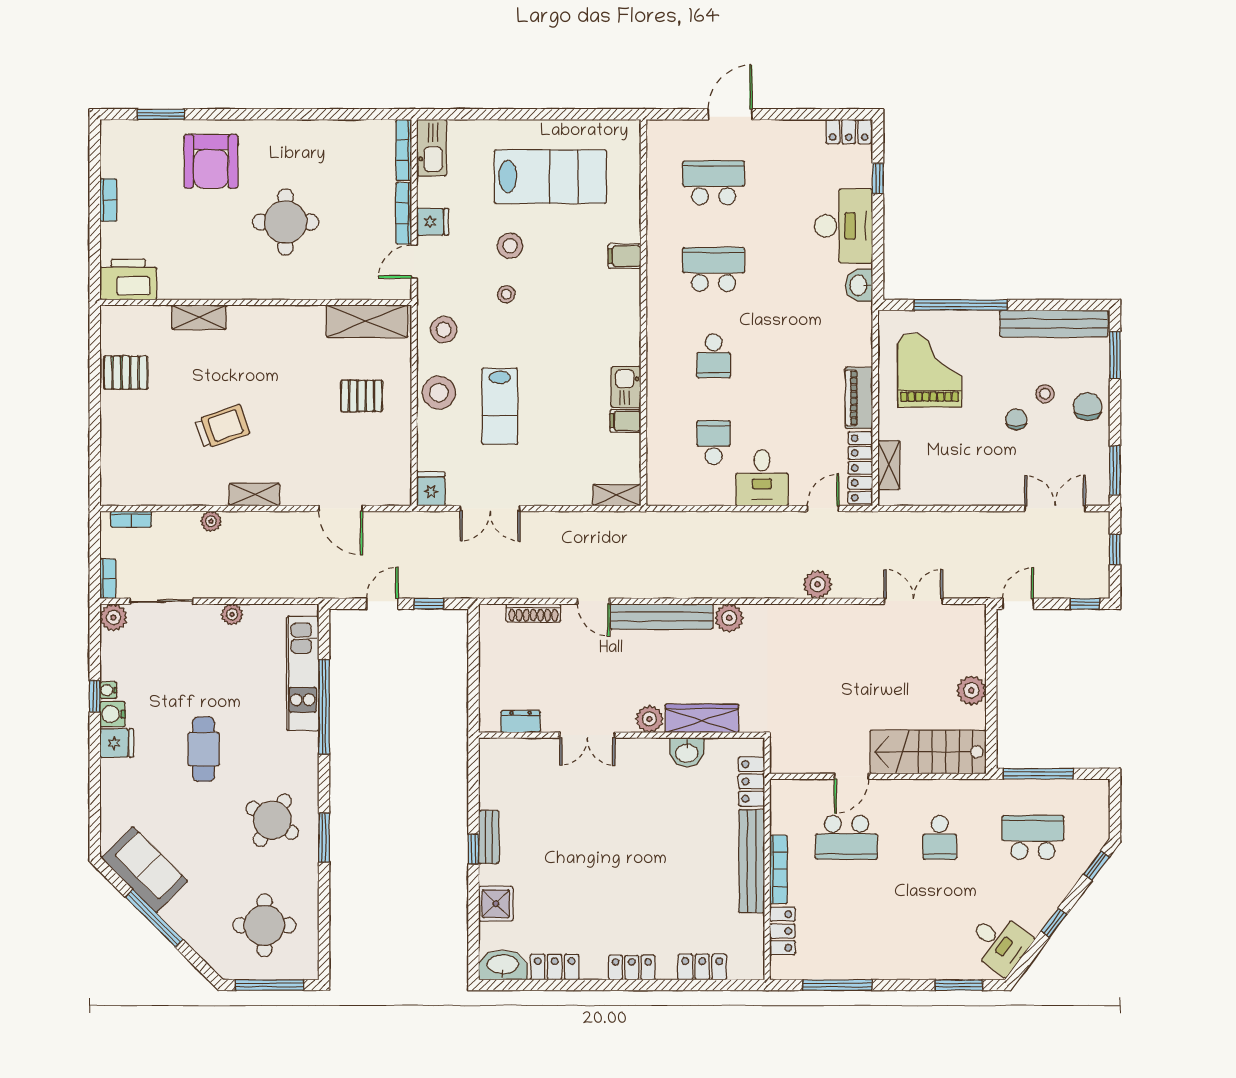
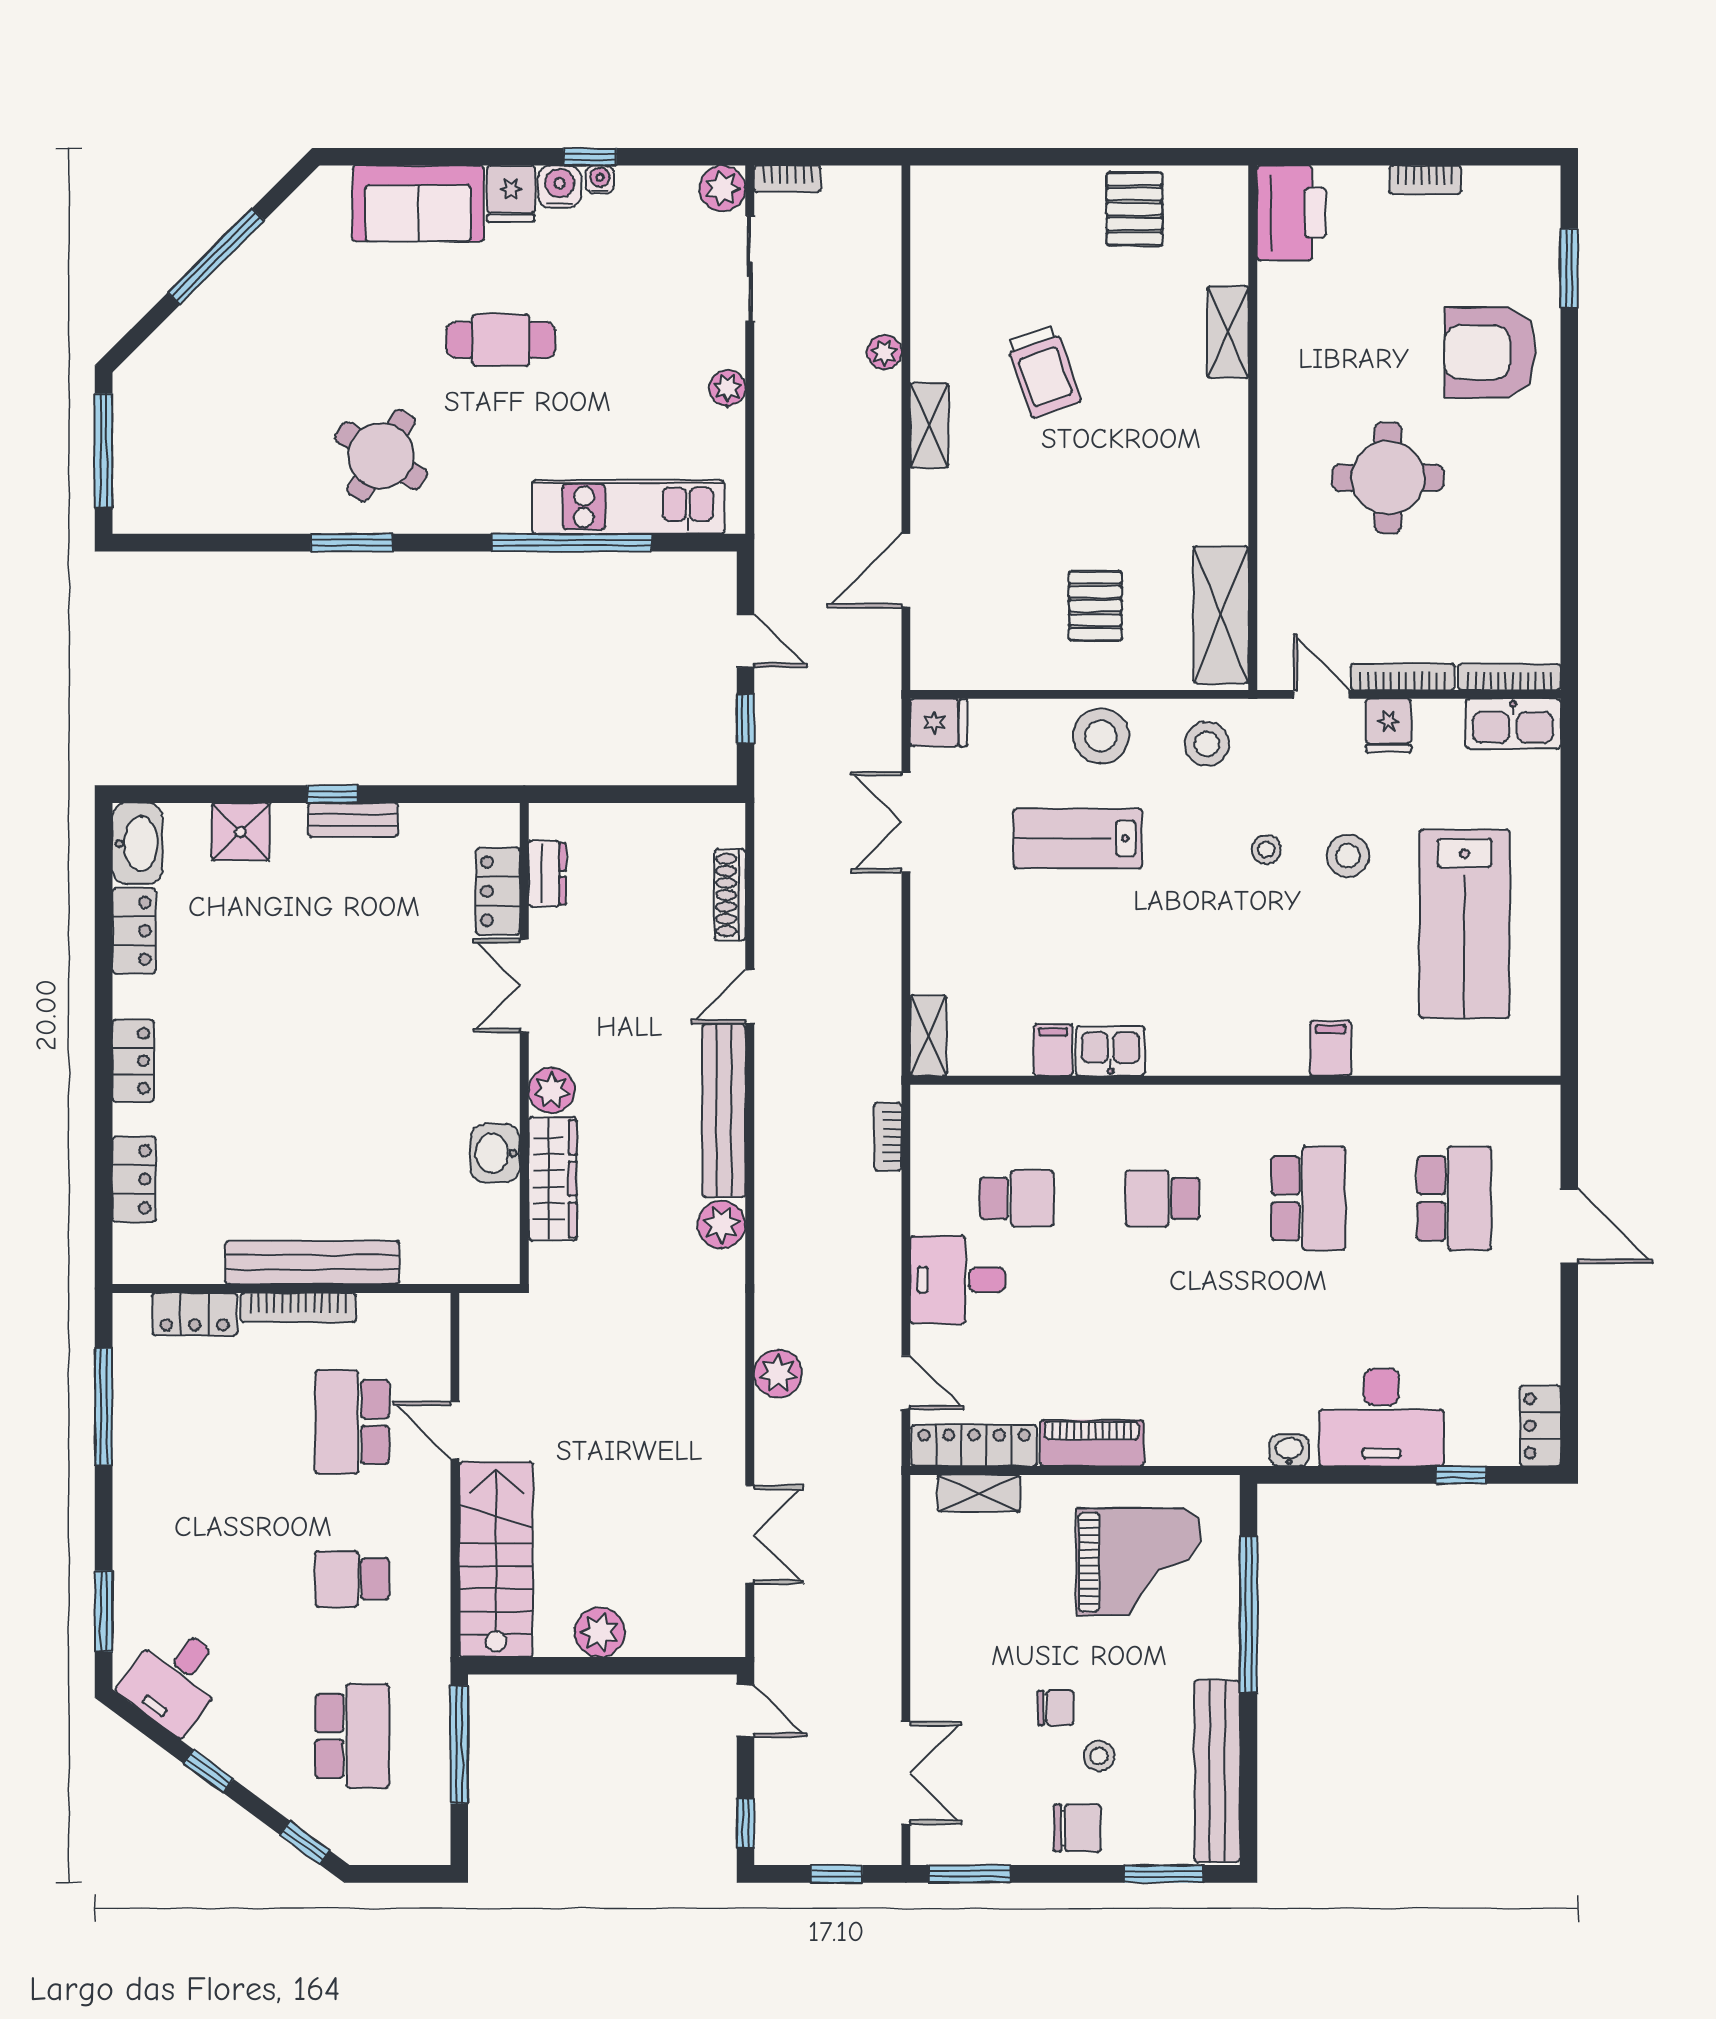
washbasin: (859, 285) -> (1289, 1450), width x0.72, depth x0.69
bookcase: (131, 519) -> (888, 1137), moved
locker: (751, 781) -> (498, 891), moved, turned -90
sofa: (145, 870) -> (418, 203), moved, turned 45
round table: (264, 925) -> (204, 442), removed

